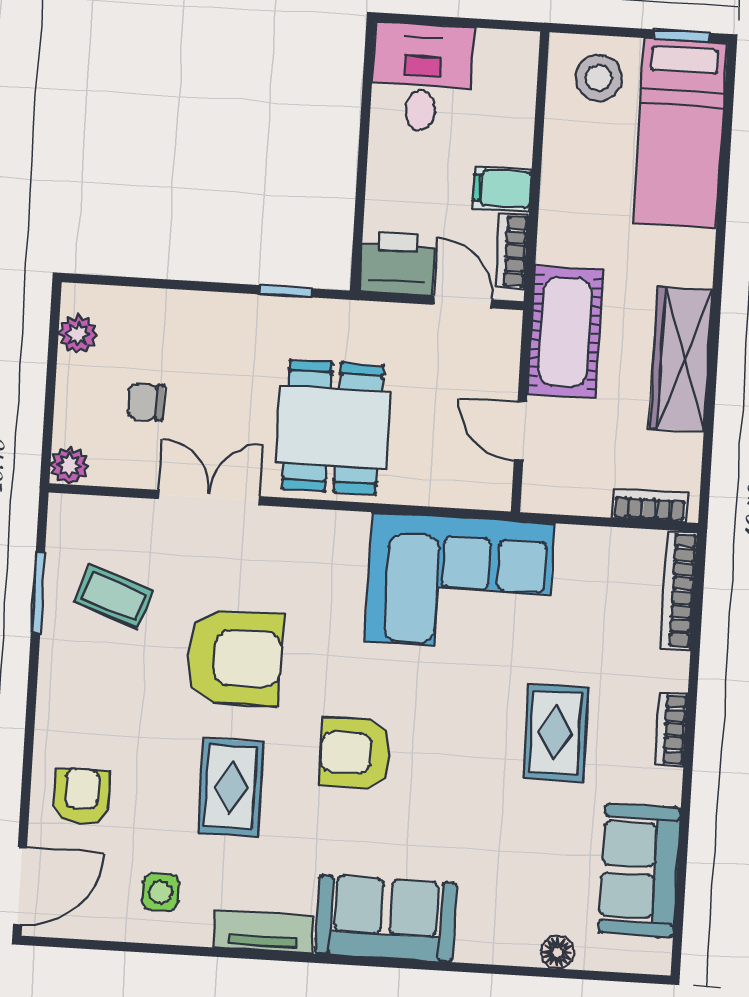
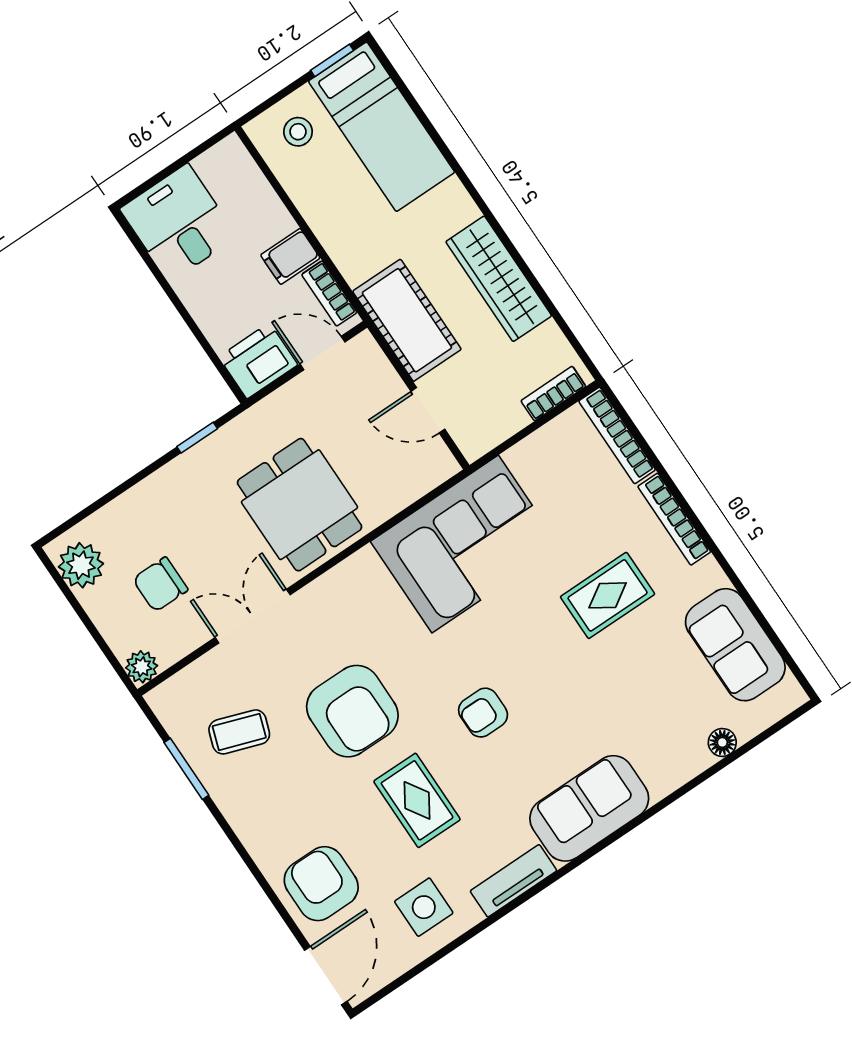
stool: (599, 78) -> (298, 132), width x0.73, depth x0.73
plant: (78, 334) -> (81, 565), width x1.38, depth x1.38
chair: (146, 402) -> (160, 584), width x1.37, depth x1.37
armchair: (234, 658) -> (352, 711), turned 90
bookcase: (671, 729) -> (674, 519), width x1.56
rug: (555, 733) -> (608, 595), turned 90
armchair: (355, 753) -> (483, 713), width x0.72, depth x0.72
armchair: (82, 797) -> (321, 884), width x1.38, depth x1.38
side table: (161, 892) -> (424, 907), width x1.37, depth x1.37

